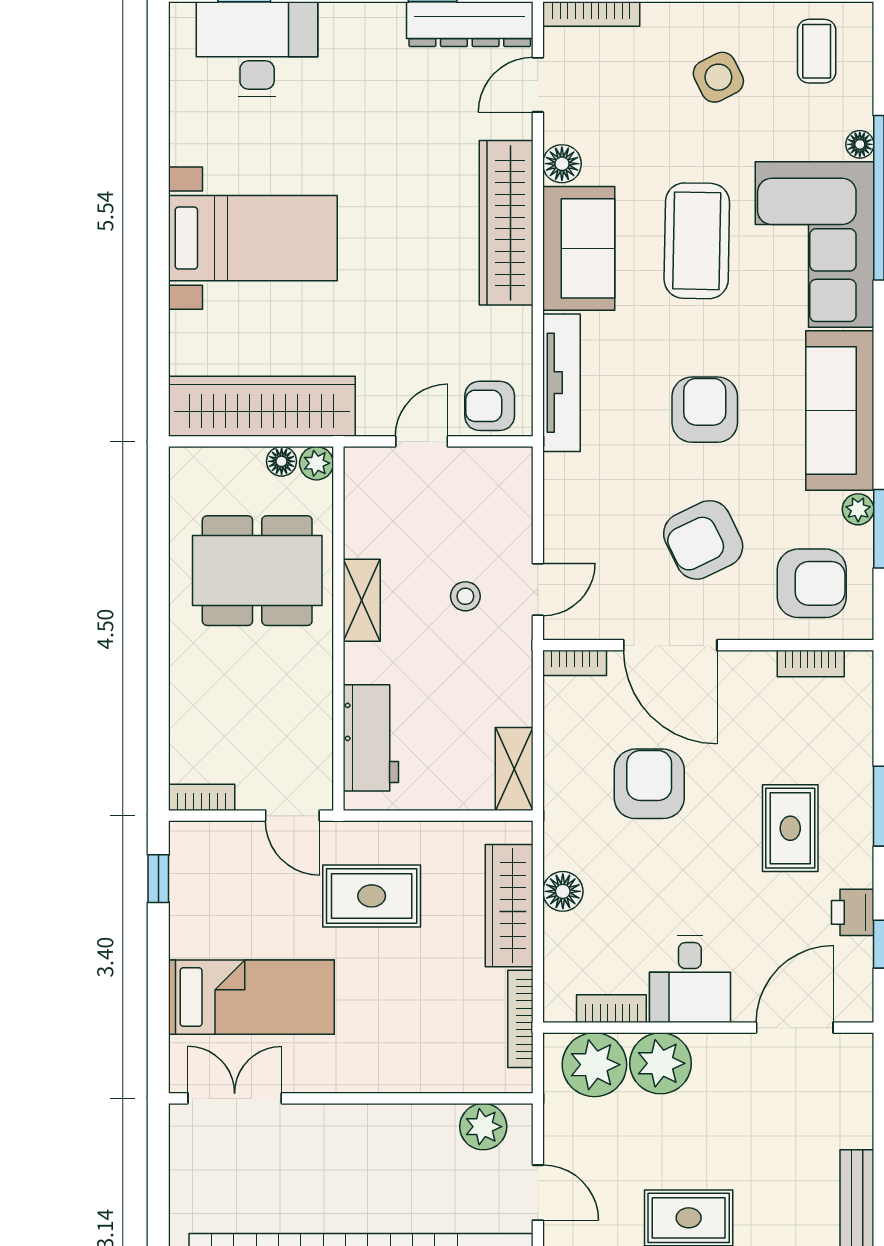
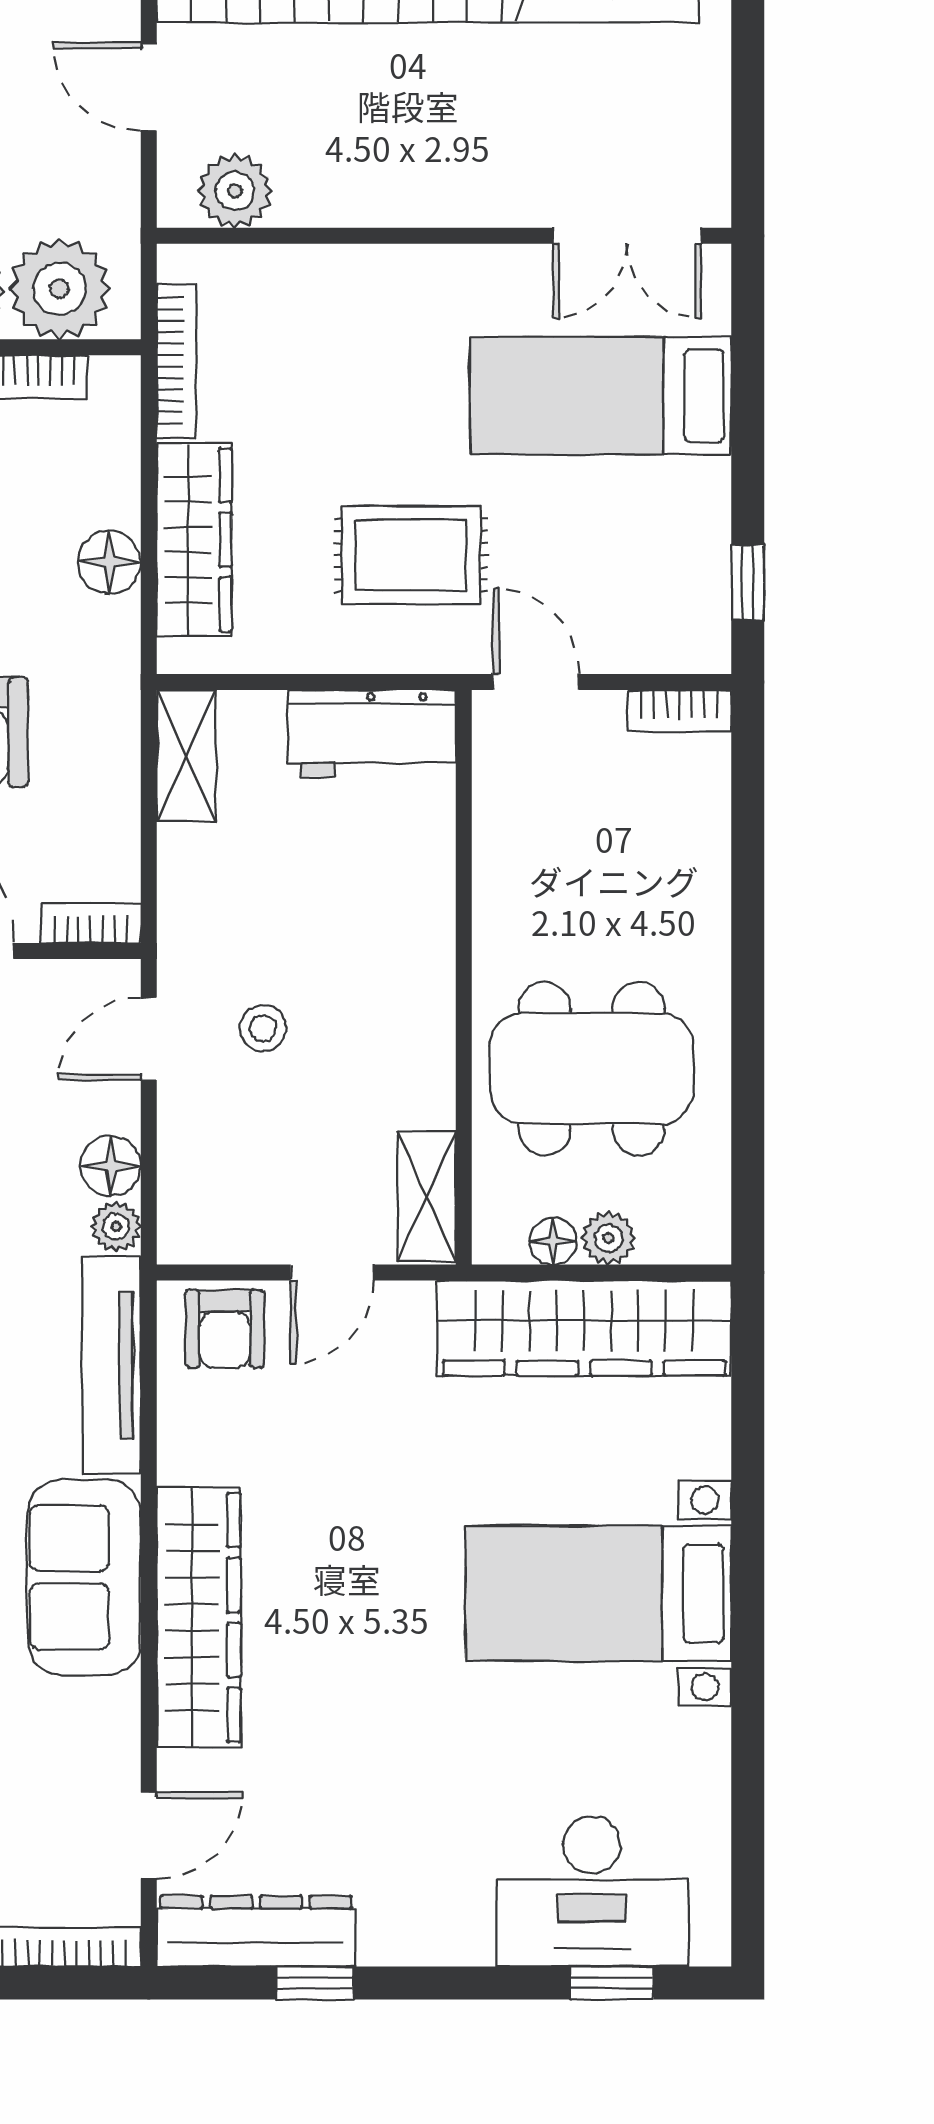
floor lamp: (562, 164) -> (111, 1166), moved
armchair: (490, 406) -> (225, 1329), turned 90
plant: (317, 463) -> (608, 1238), moved
plant: (559, 471) -> (116, 1226), added
shelving: (362, 600) -> (427, 1196), moved
workbench: (371, 738) -> (372, 733), moved, turned -90

